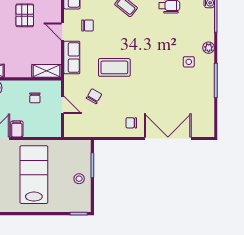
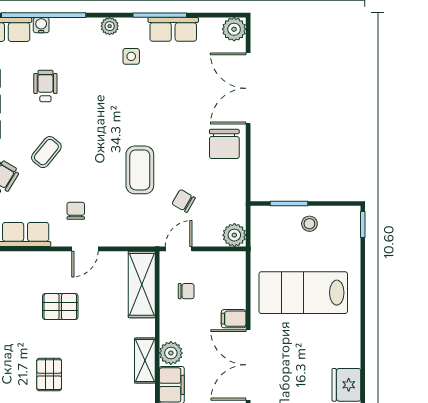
row of seats: (72, 57) -> (173, 29), moved, turned 180
shelving: (47, 71) -> (142, 284), width x1.50, depth x1.33
door: (63, 105) -> (179, 249), moved
chair: (131, 123) -> (224, 144), width x1.87, depth x1.87
plant: (72, 129) -> (234, 235), added
plant: (207, 129) -> (234, 29), added

